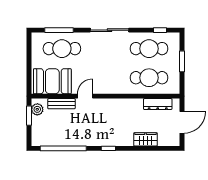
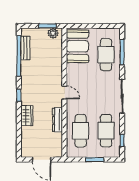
door: (85, 96) -> (64, 92), moved
bench: (61, 104) -> (25, 48), moved
dresser: (158, 104) -> (58, 120), moved
wardrobe: (145, 139) -> (27, 116), moved

